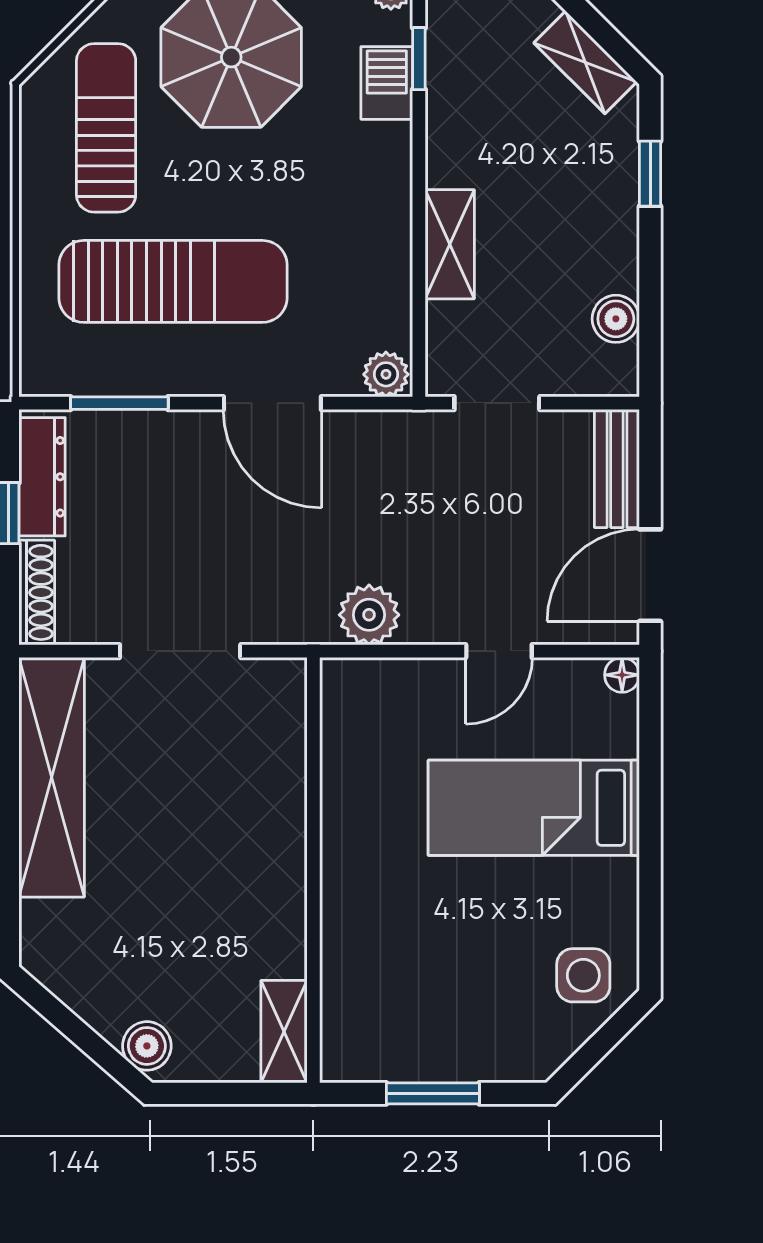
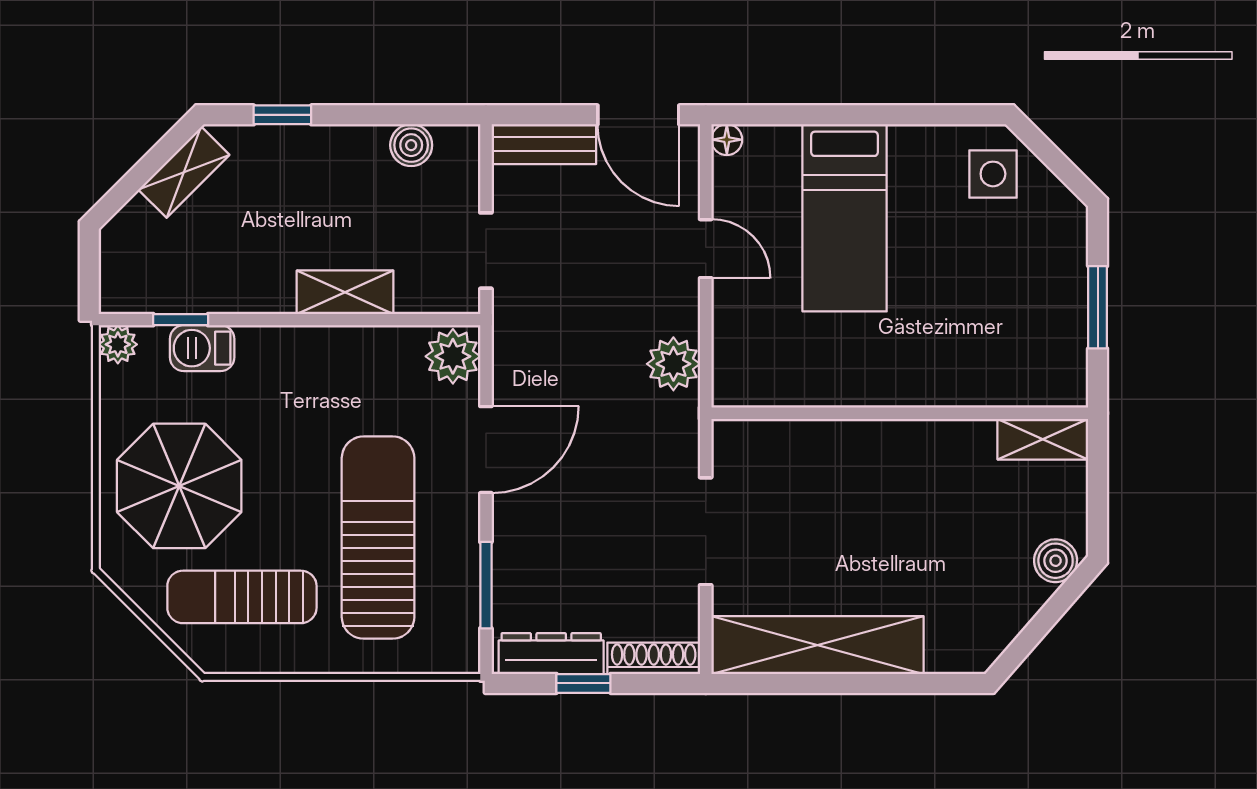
plant: (386, 374) -> (453, 356), width x1.38, depth x1.38

